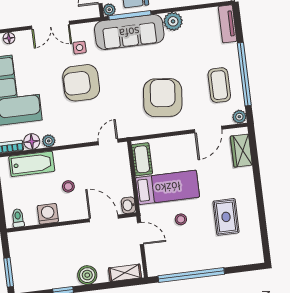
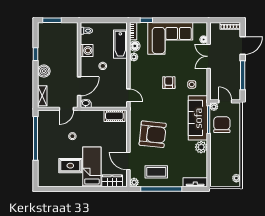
double door: (50, 25) -> (209, 56), moved
armchair: (81, 83) -> (169, 83), width x0.53, depth x0.53
bed: (168, 187) -> (92, 167), moved, turned 180

